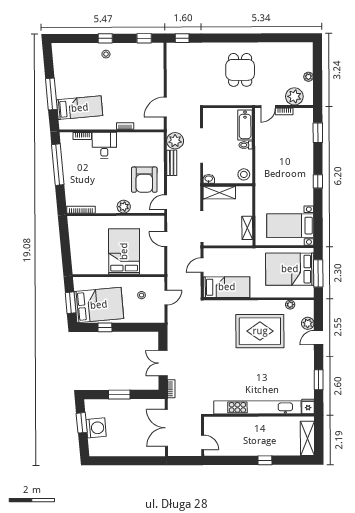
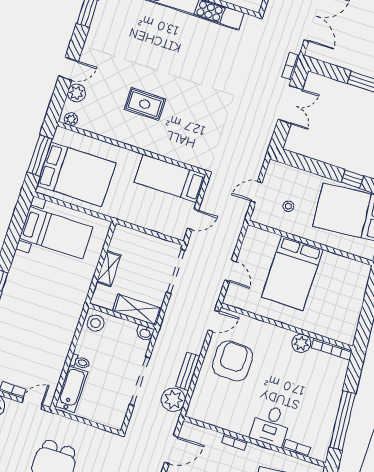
plant: (124, 207) -> (301, 343), moved
shelving: (247, 228) -> (109, 269), moved
plant: (290, 305) -> (71, 119), moved
rug: (260, 331) -> (145, 104), width x0.54, depth x0.49

